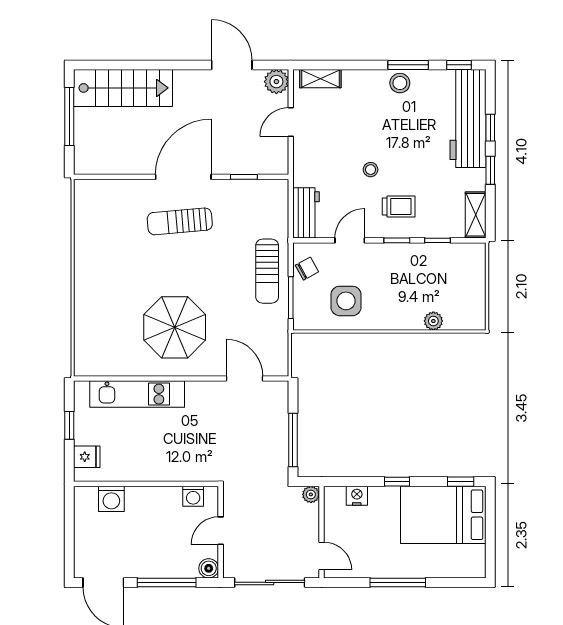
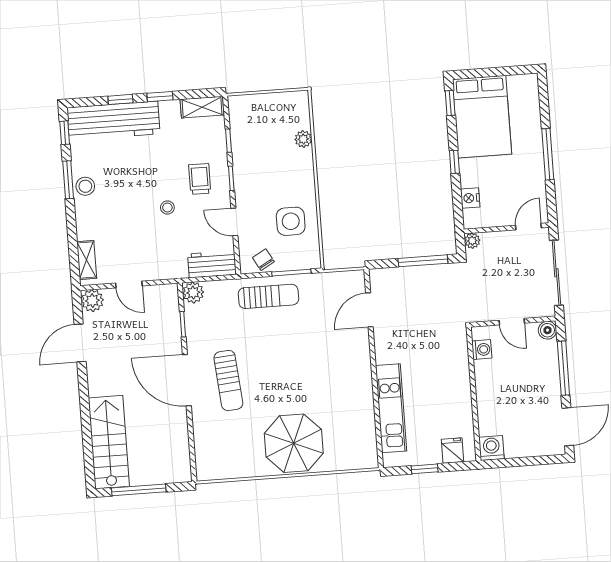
plant: (277, 191) -> (193, 293), added
parasol: (175, 327) -> (294, 443), moved
washing machine: (111, 499) -> (491, 448), moved, turned -90

